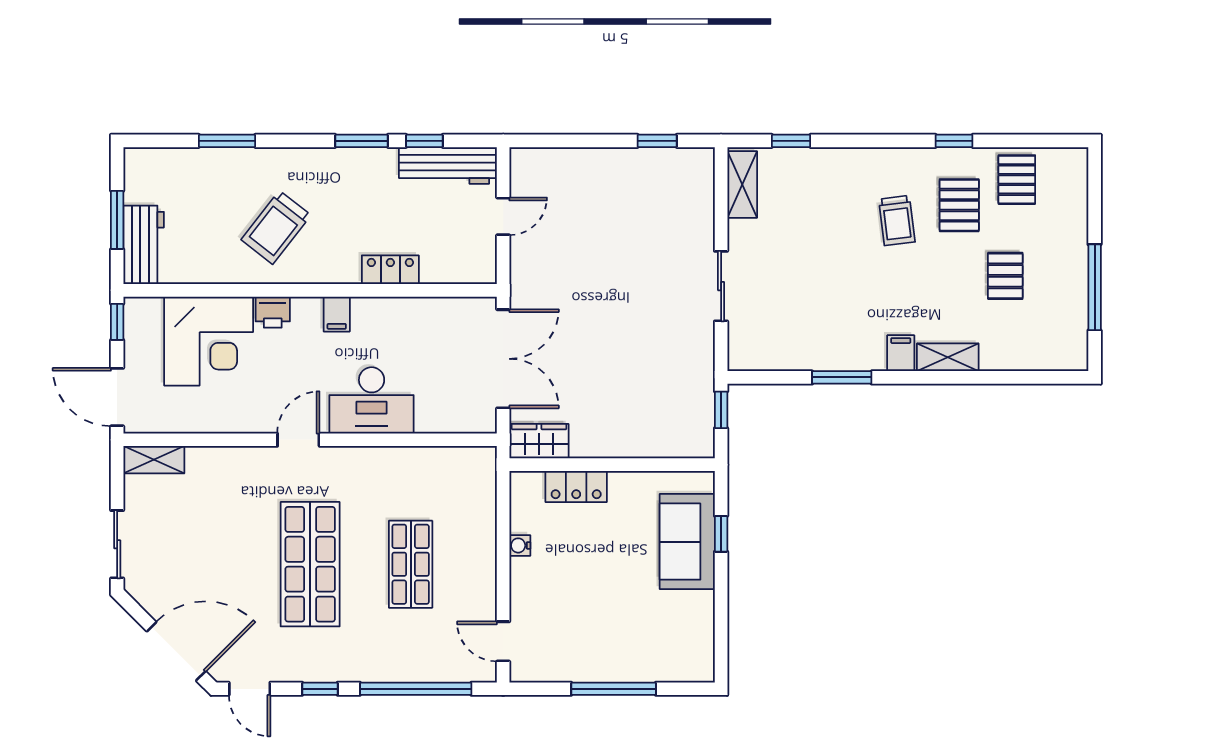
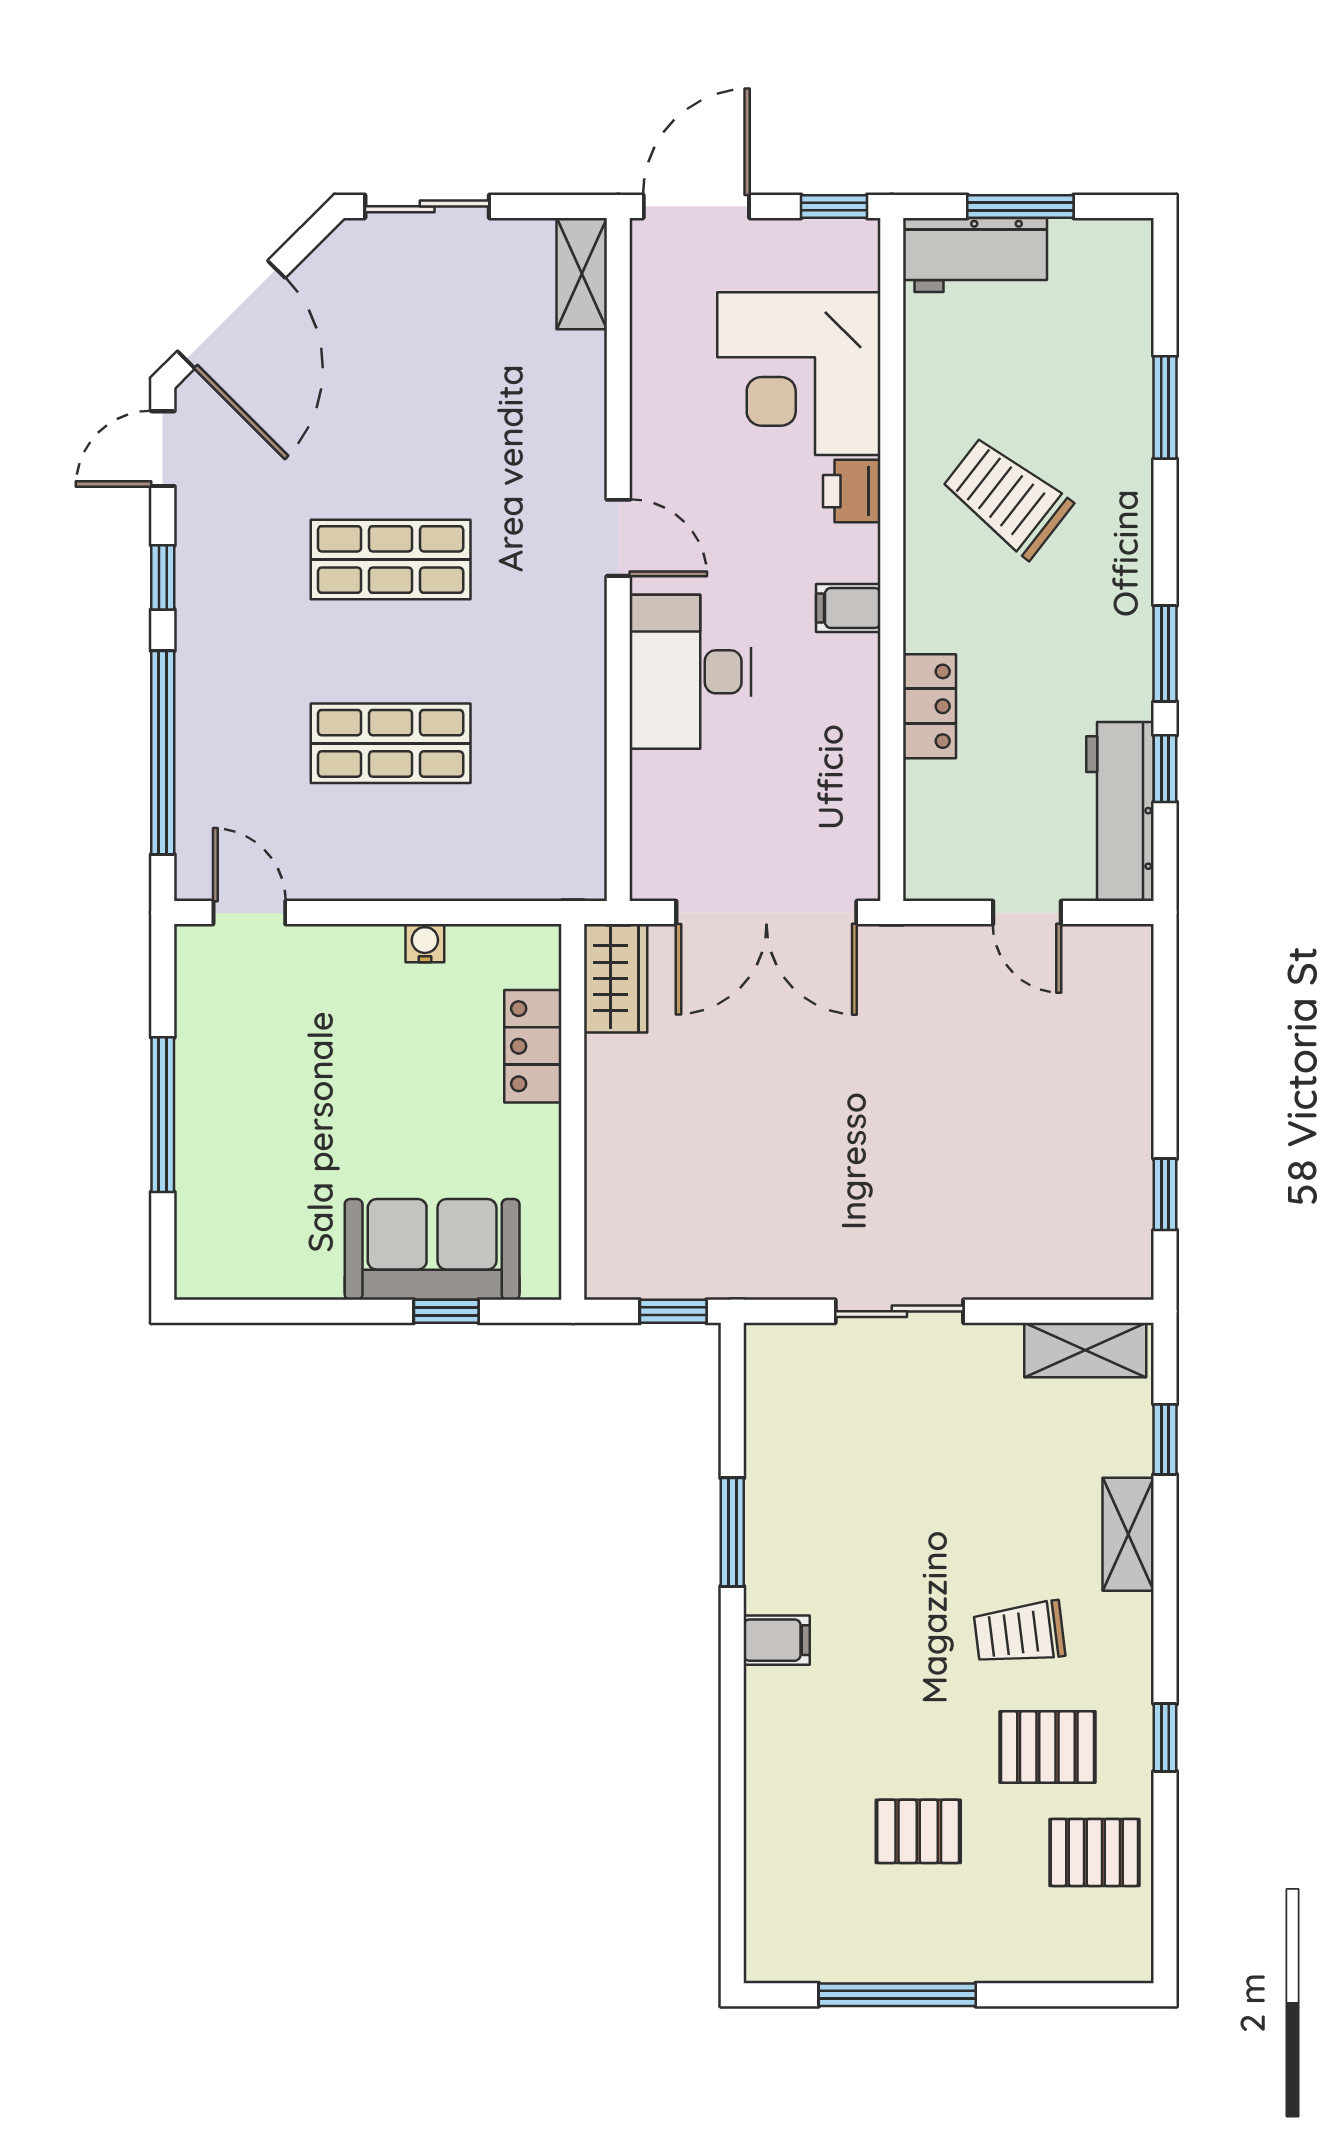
shelving: (948, 357) -> (1128, 1534), moved
shop shelf: (310, 564) -> (391, 559), width x0.70, depth x0.74
door: (503, 641) -> (249, 913), hinge flipped

